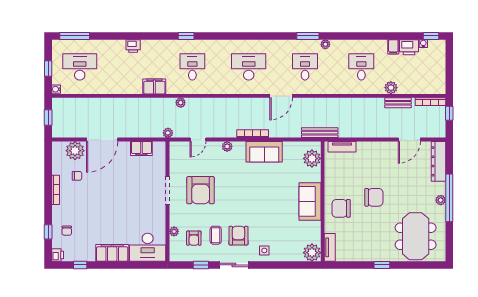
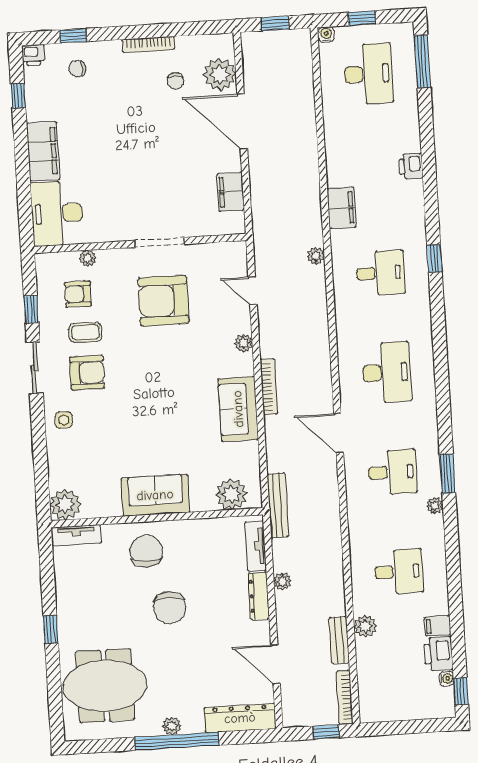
plant: (168, 133) -> (282, 581), moved
dresser: (370, 147) -> (259, 596), added

